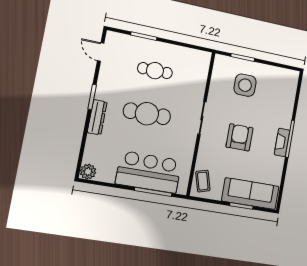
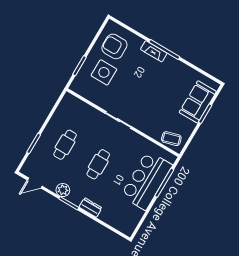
cafe table: (147, 114) -> (98, 164), width x0.73, depth x0.74
dresser: (97, 117) -> (90, 208), width x0.70
armchair: (239, 137) -> (114, 46), moved
fireplace: (282, 142) -> (154, 51), moved
plant: (88, 172) -> (63, 190), moved
sofa: (250, 194) -> (198, 102), width x0.73

